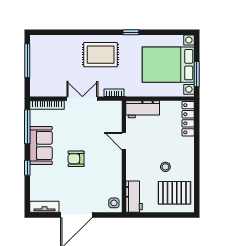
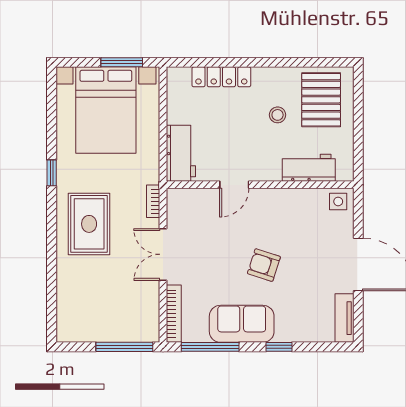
window: (27, 61) -> (124, 347), moved
locker: (188, 119) -> (221, 77), moved
armchair: (76, 159) -> (264, 265), turned 108
workbench: (134, 197) -> (309, 168), moved

